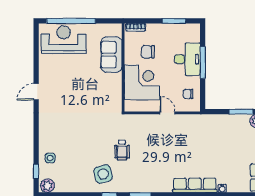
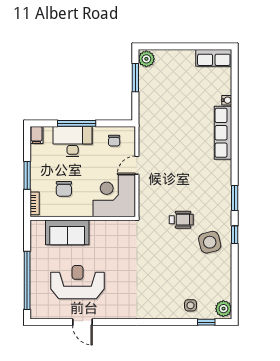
window: (174, 21) -> (27, 175), moved
filing cabinet: (193, 29) -> (36, 135), added
reception desk: (64, 40) -> (78, 282), moved, turned 90
corner desk: (142, 82) -> (114, 196), moved
door: (36, 92) -> (82, 322), moved

